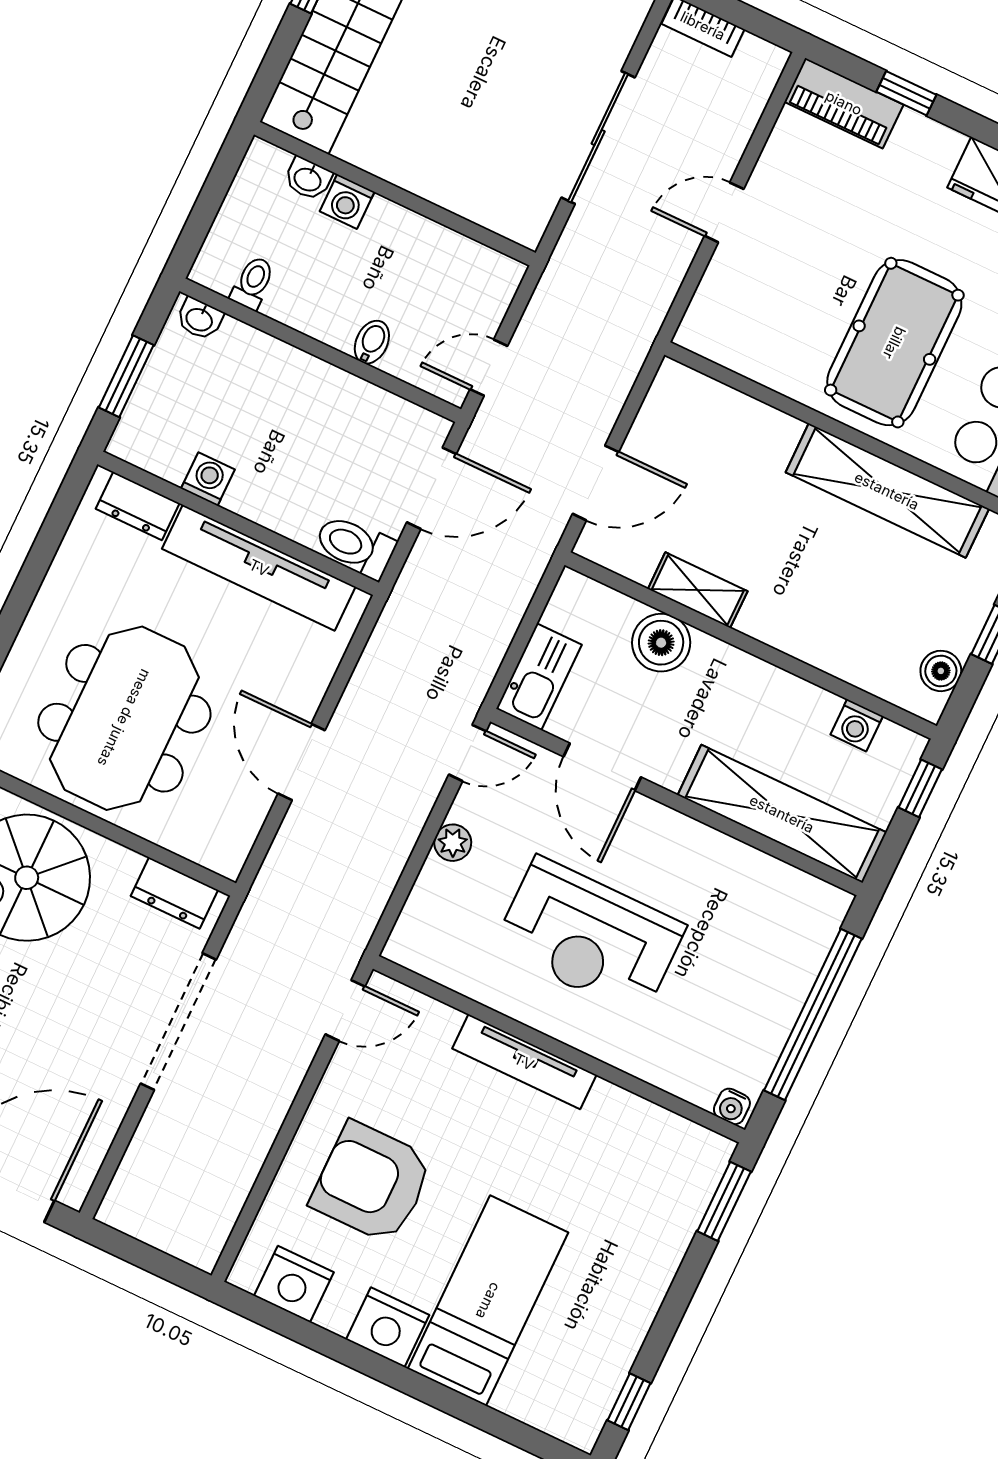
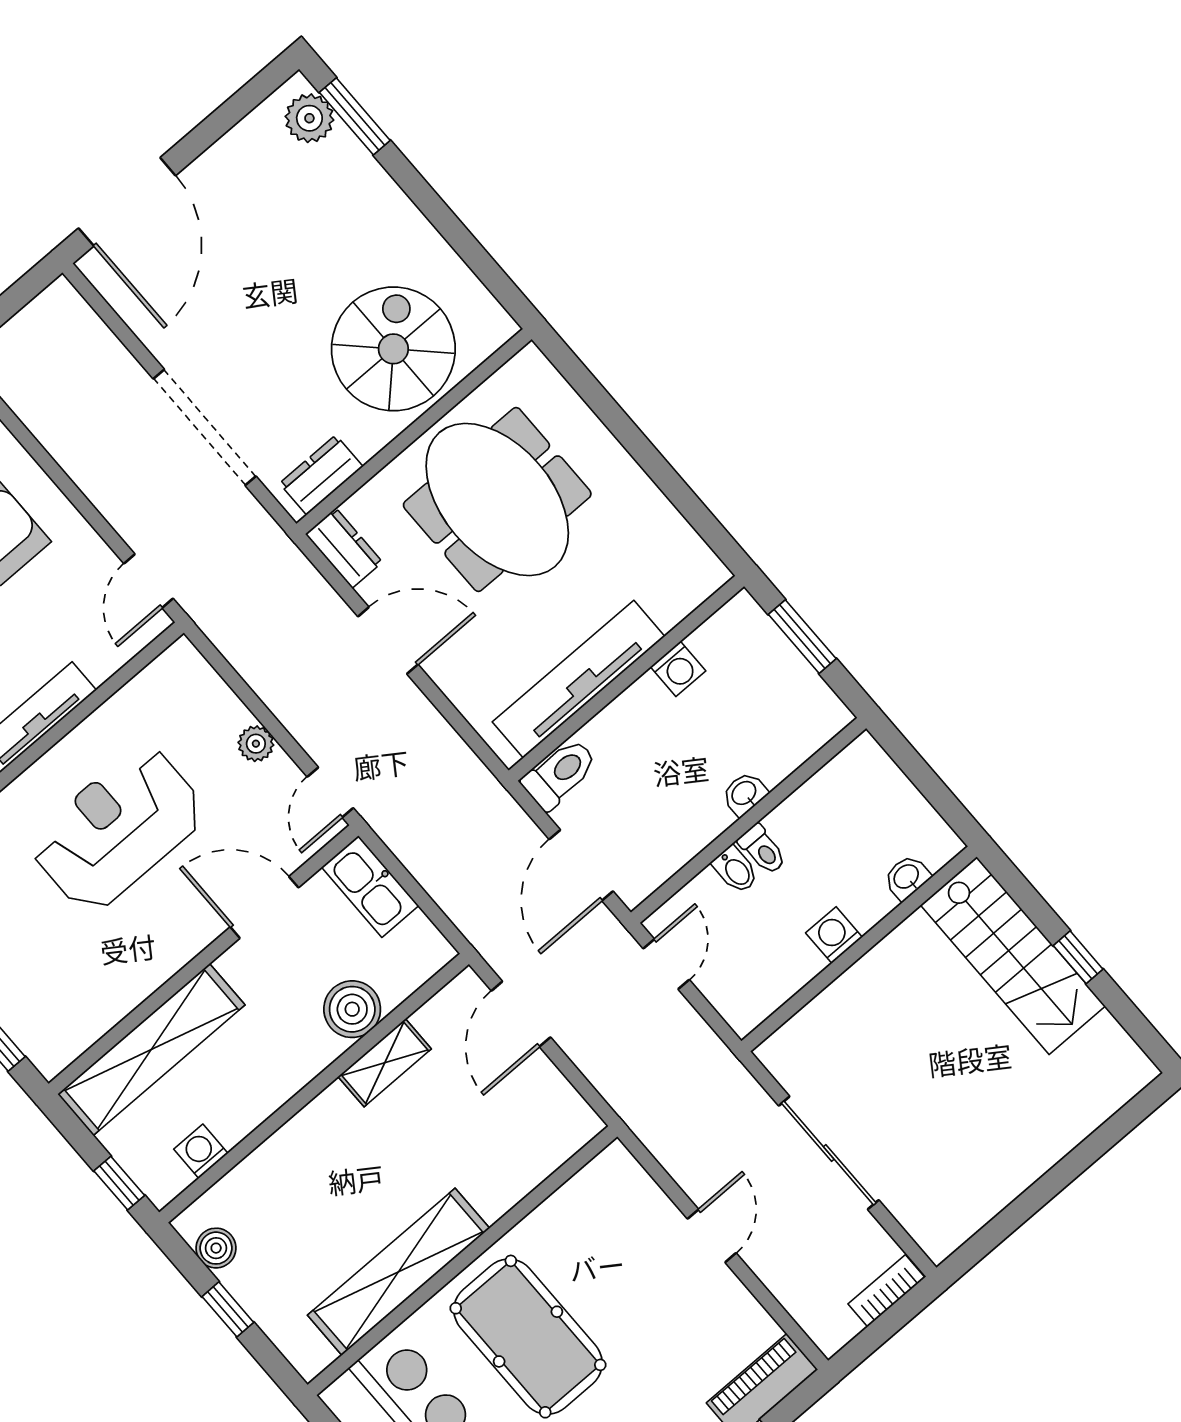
washing machine: (347, 202) -> (834, 935), moved
toilet: (253, 283) -> (762, 850), moved
washbasin: (200, 319) -> (744, 794), moved
dresser: (138, 506) -> (344, 548), moved, turned 90

